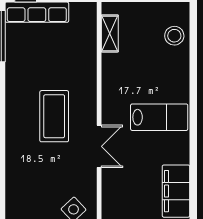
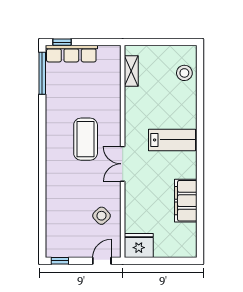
double door: (99, 146) -> (123, 164), swing flipped

